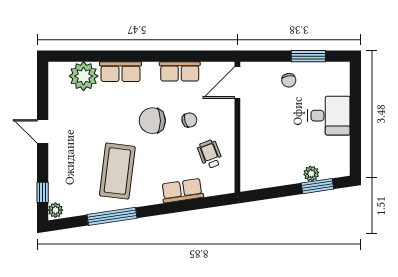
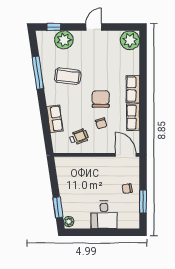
row of seats: (121, 72) -> (133, 89), moved
plant: (84, 76) -> (130, 40), moved
coffee table: (117, 171) -> (68, 76), width x0.73, depth x0.76
plant: (311, 174) -> (69, 221), moved
plant: (55, 210) -> (64, 40), moved, width x1.88, depth x1.88

